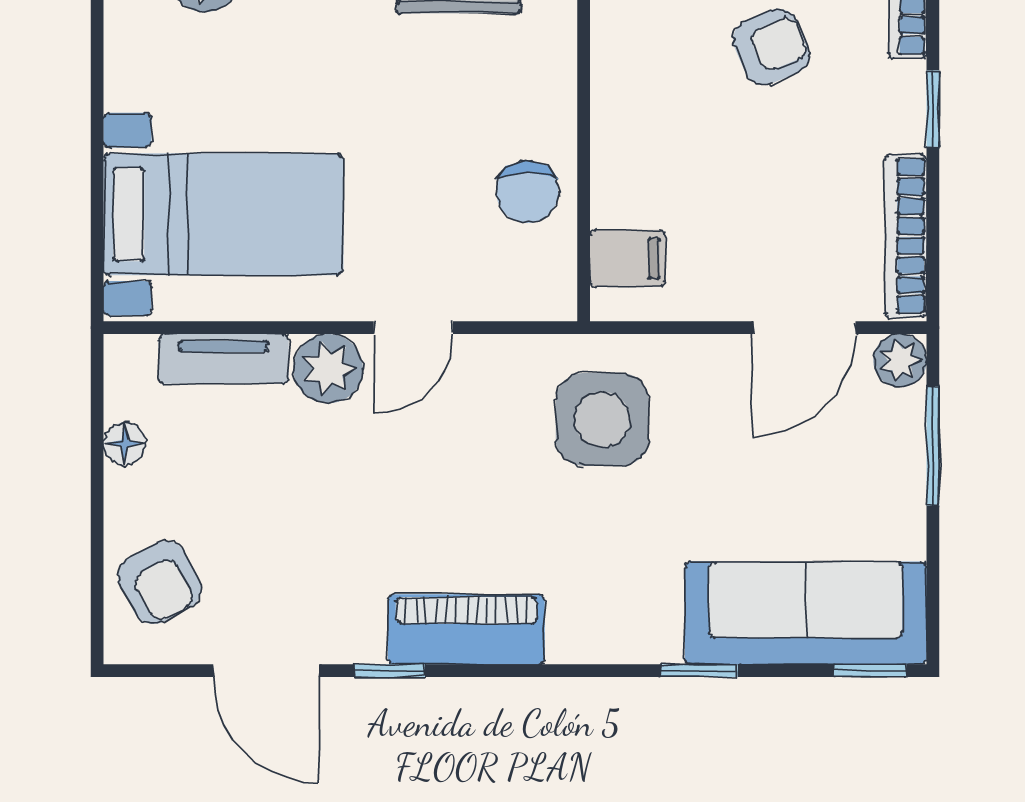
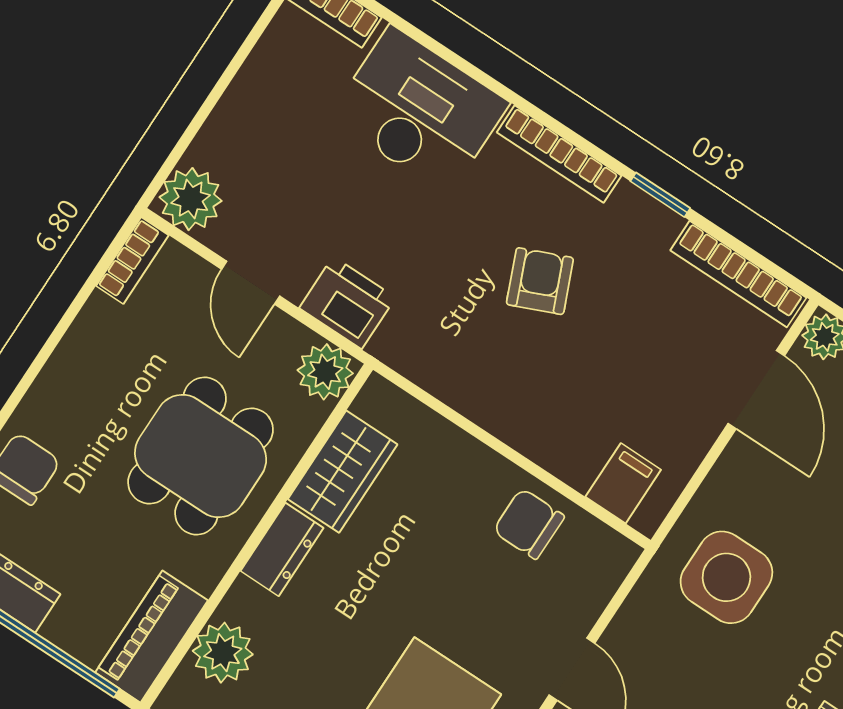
chair: (527, 192) -> (529, 524), turned 180

